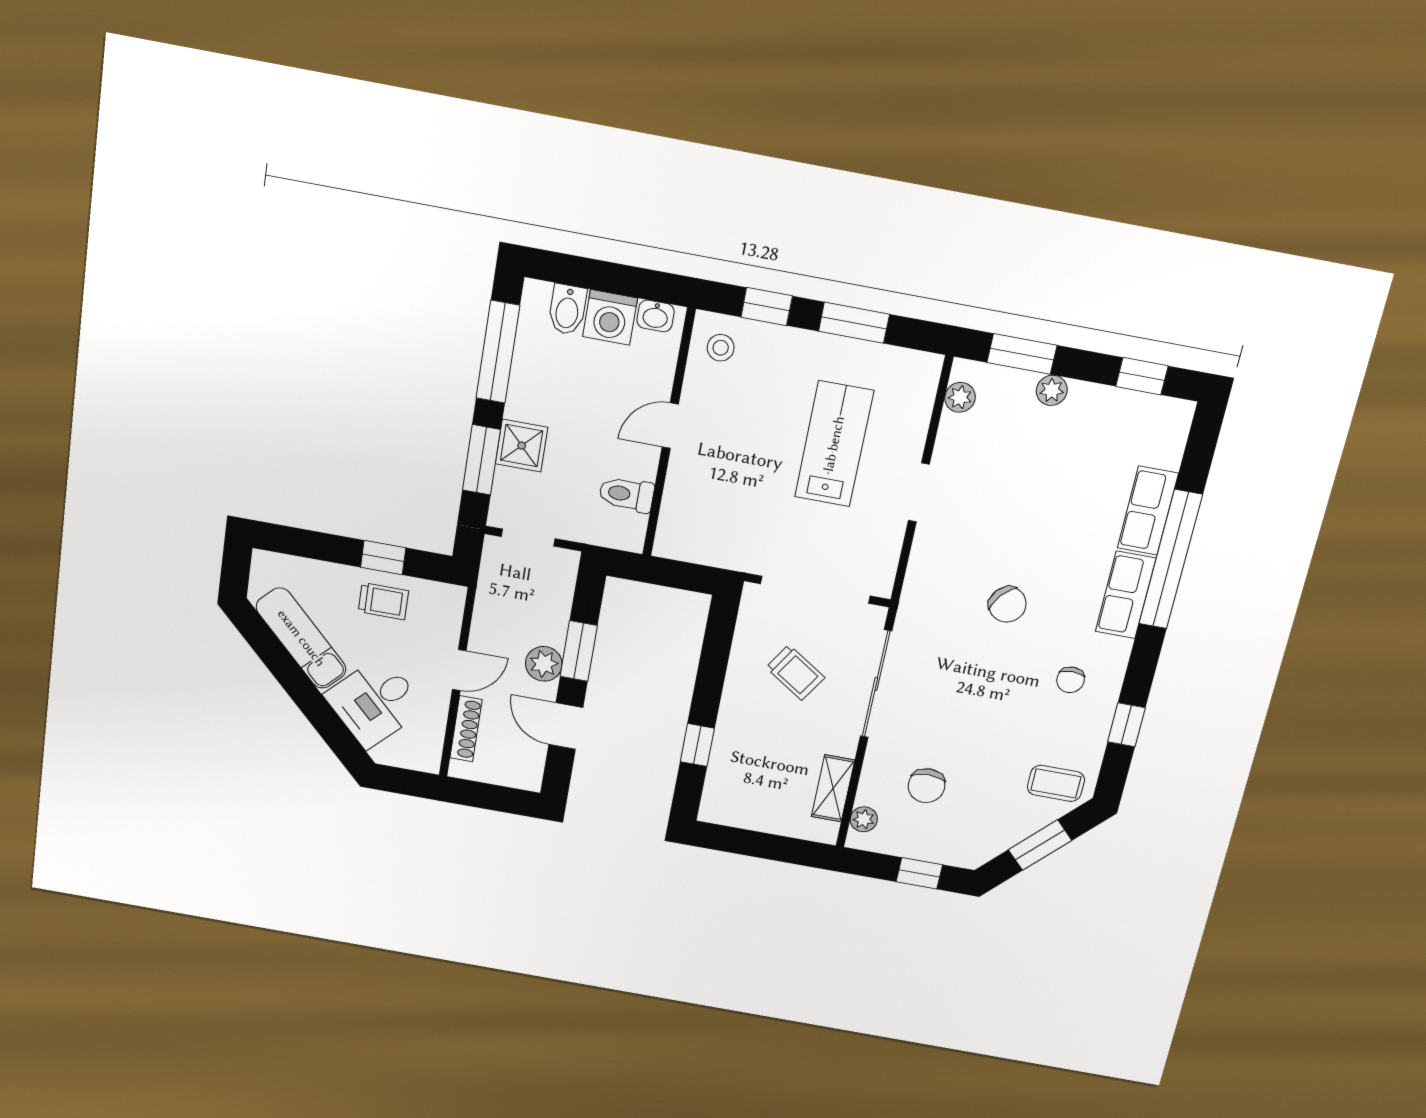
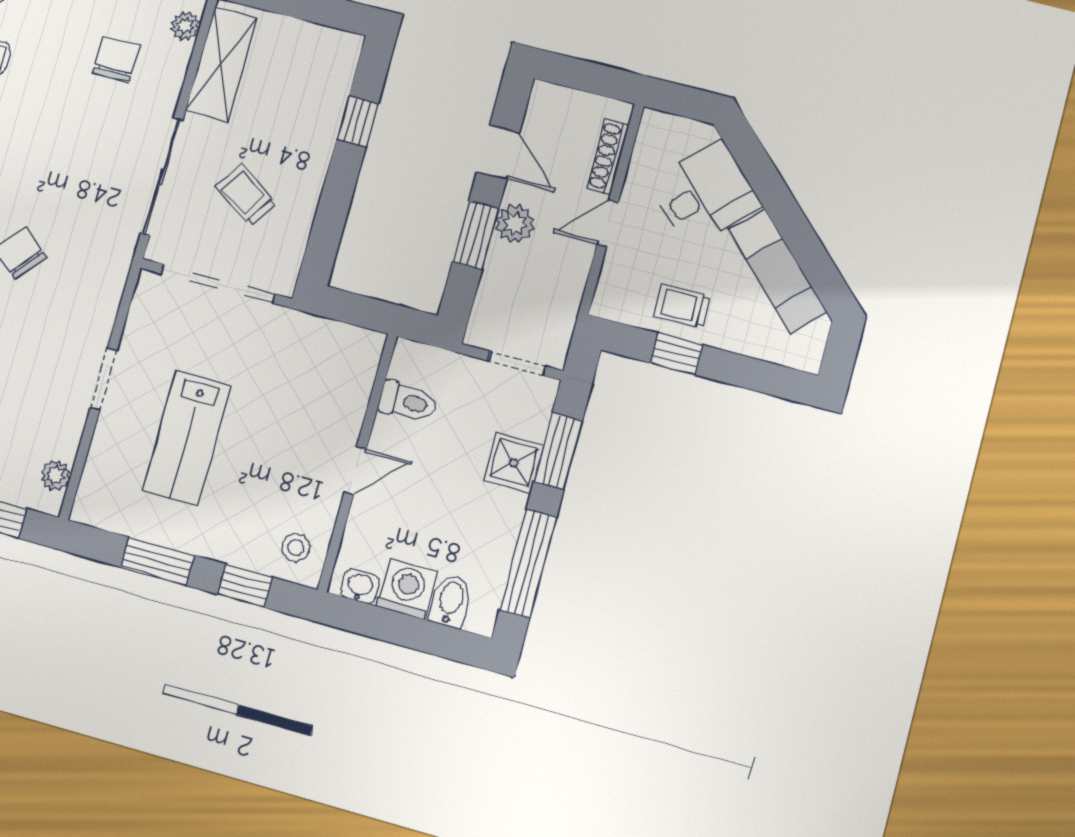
shelving: (833, 788) -> (221, 64), width x1.50, depth x1.33

